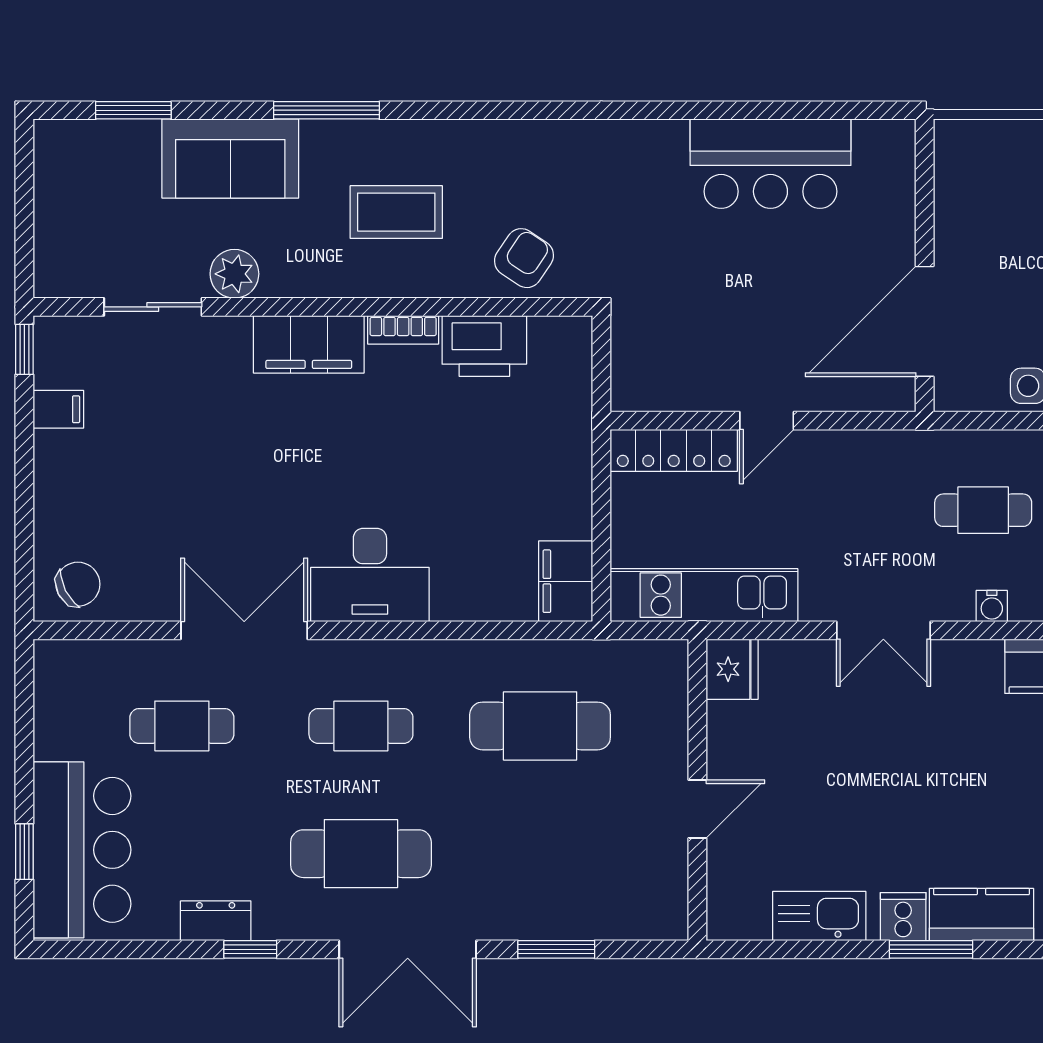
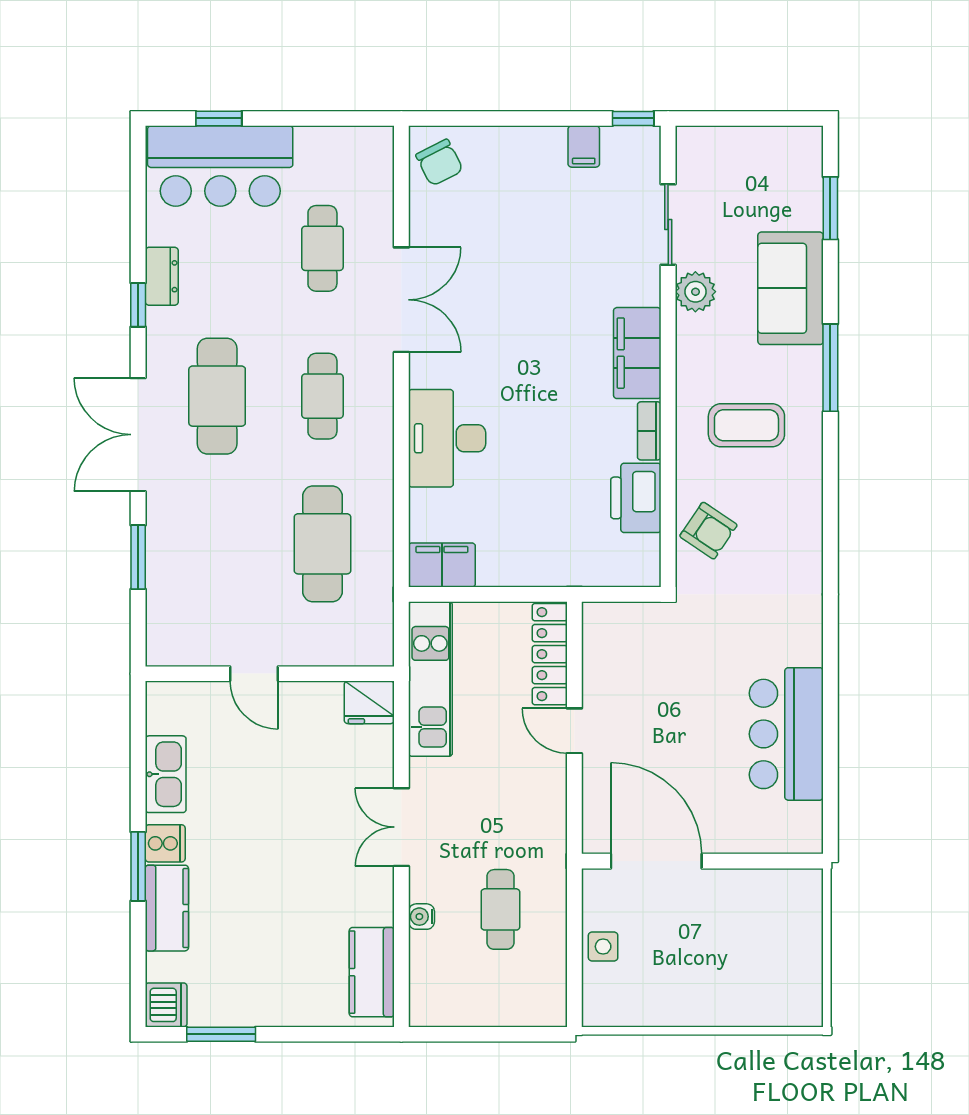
coffee table: (396, 212) -> (746, 425), turned 90
desk: (370, 575) -> (447, 438), moved

